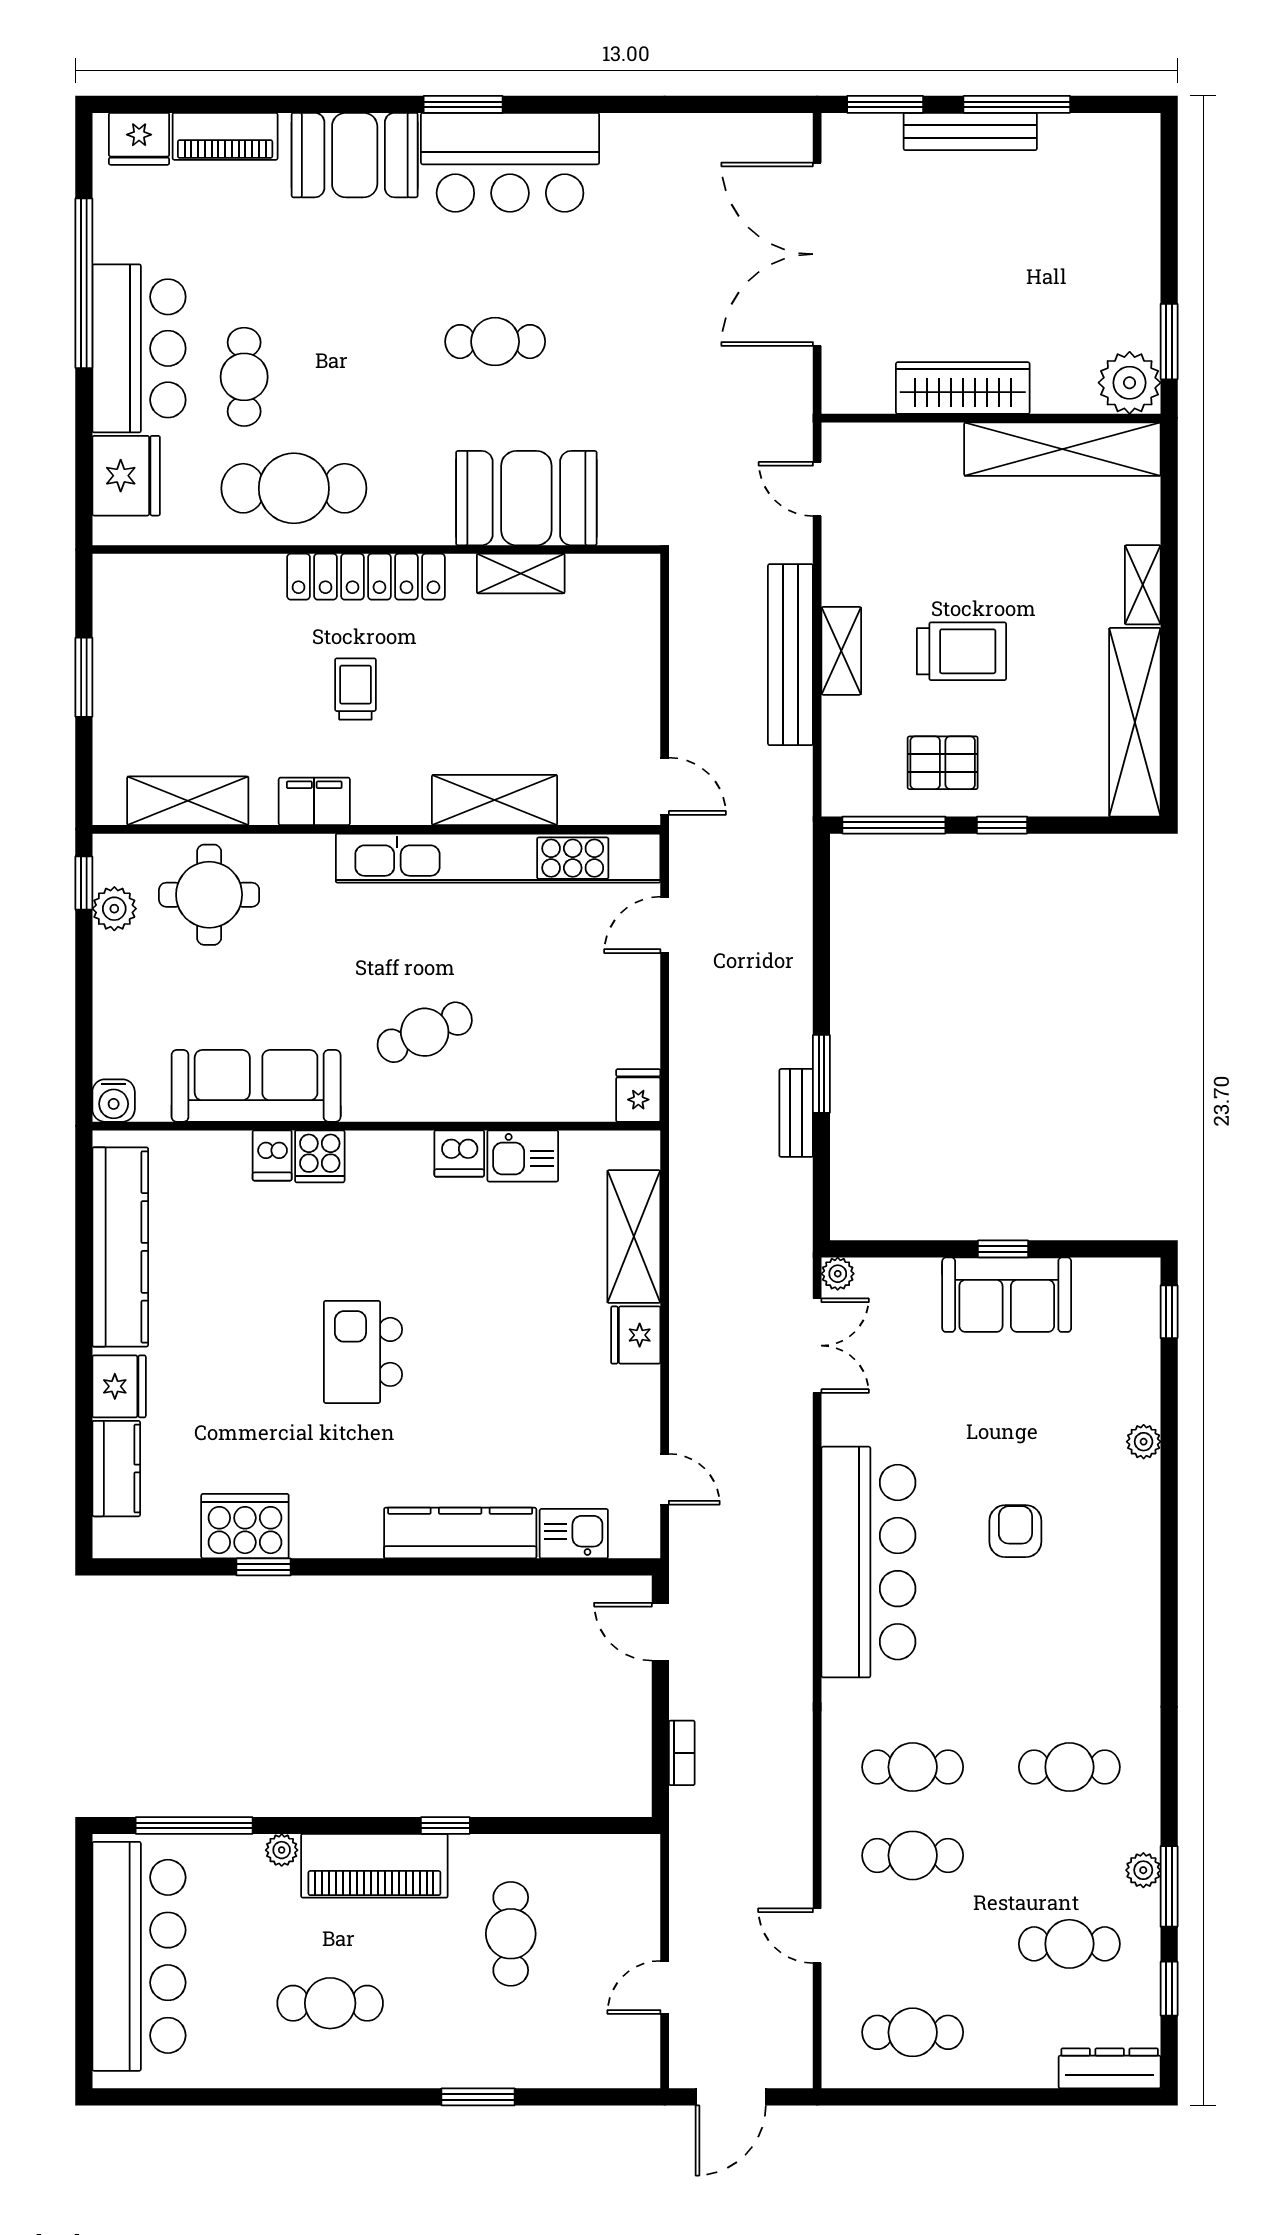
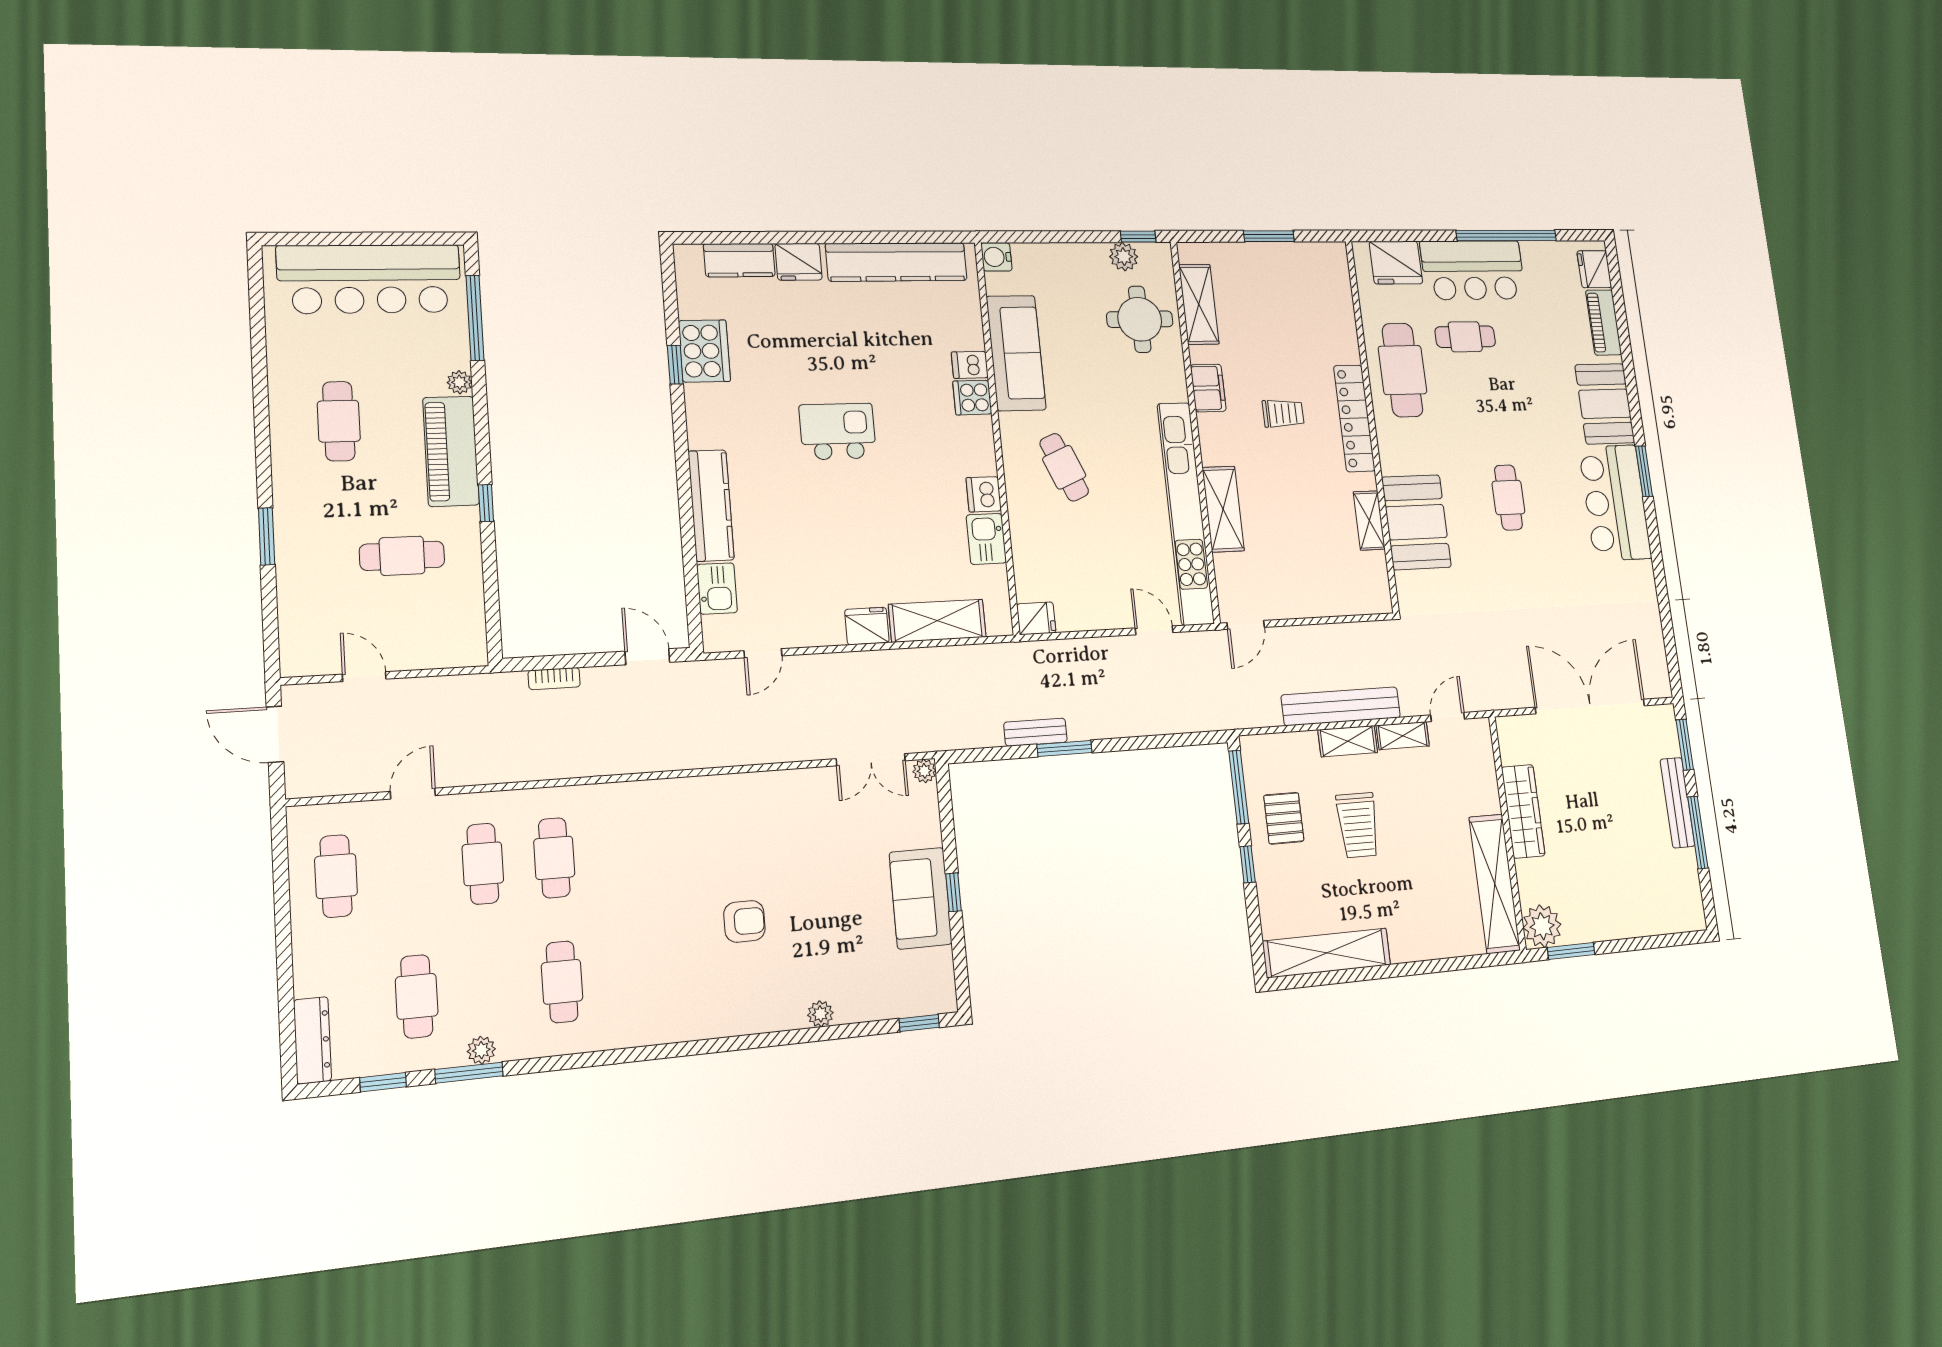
shelving: (1143, 585) -> (1403, 736), moved
bar counter: (868, 1562) -> (712, 811), removed
door: (660, 1632) -> (647, 657), hinge flipped

